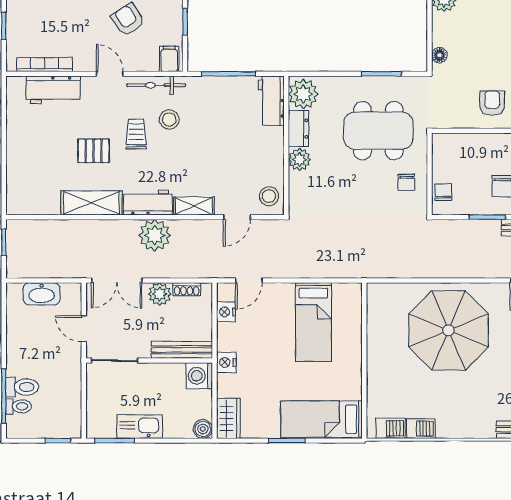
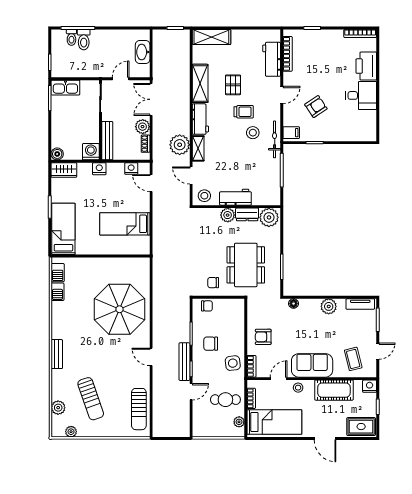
bicycle: (156, 85) -> (275, 139), moved
workbench: (271, 101) -> (235, 197), moved
armchair: (492, 103) -> (263, 337), turned 180
shelving: (18, 185) -> (211, 37), added
plant: (155, 235) -> (180, 145), moved
kitchen sink: (140, 427) -> (65, 88), moved, turned 90

